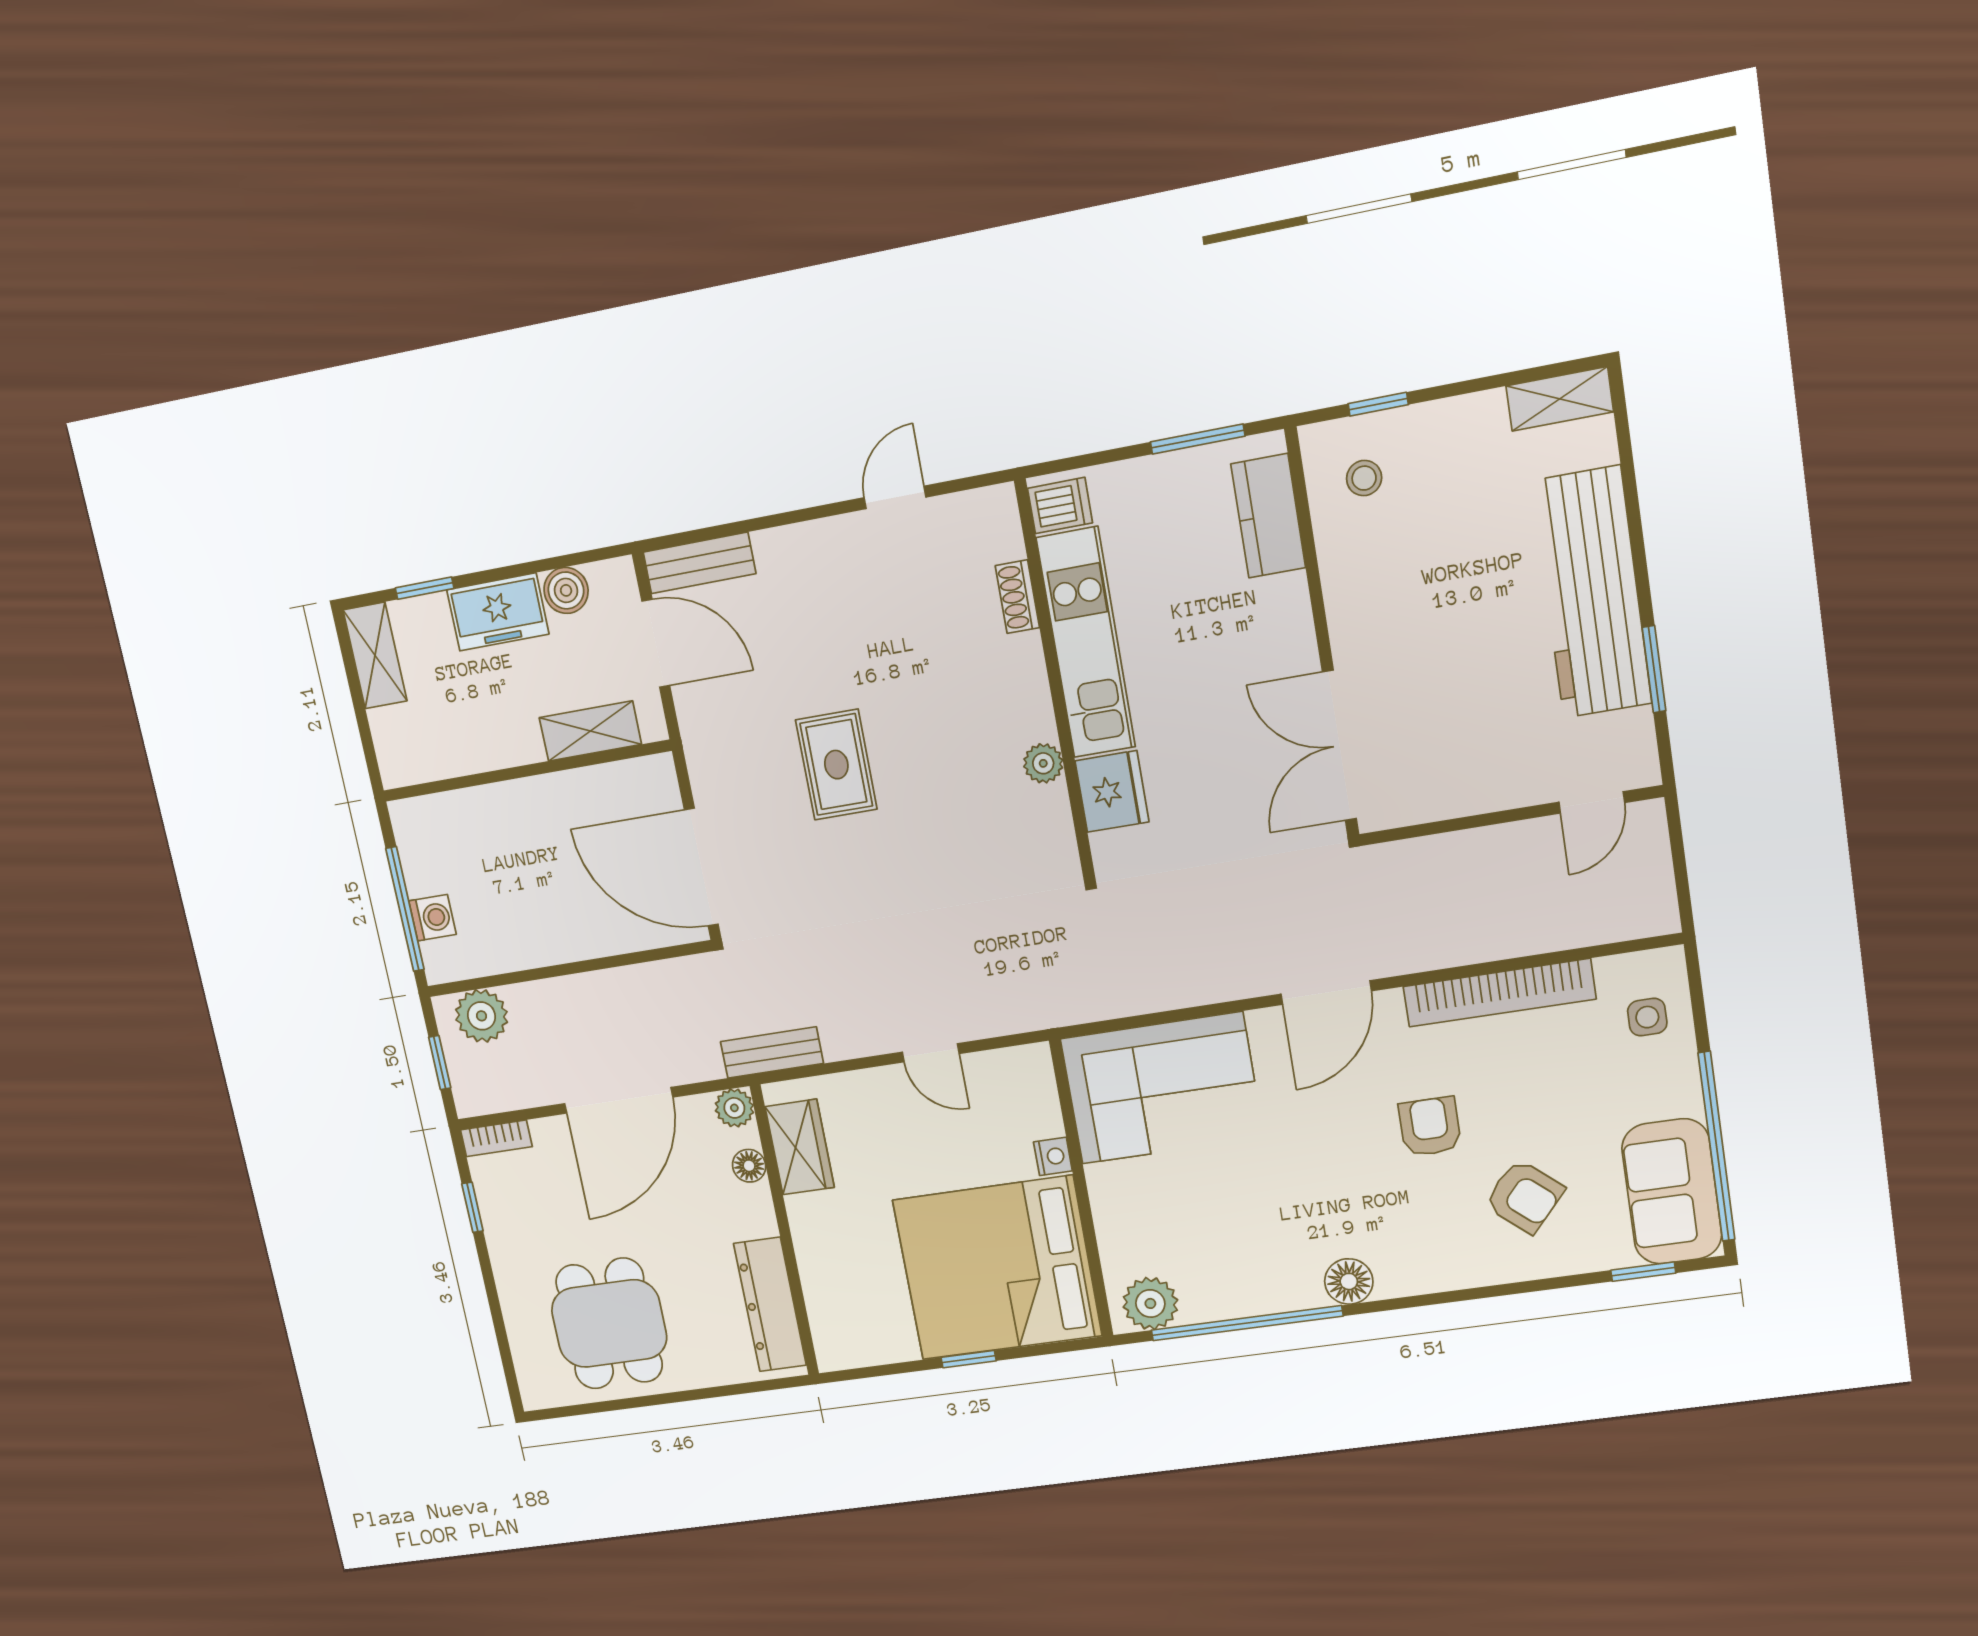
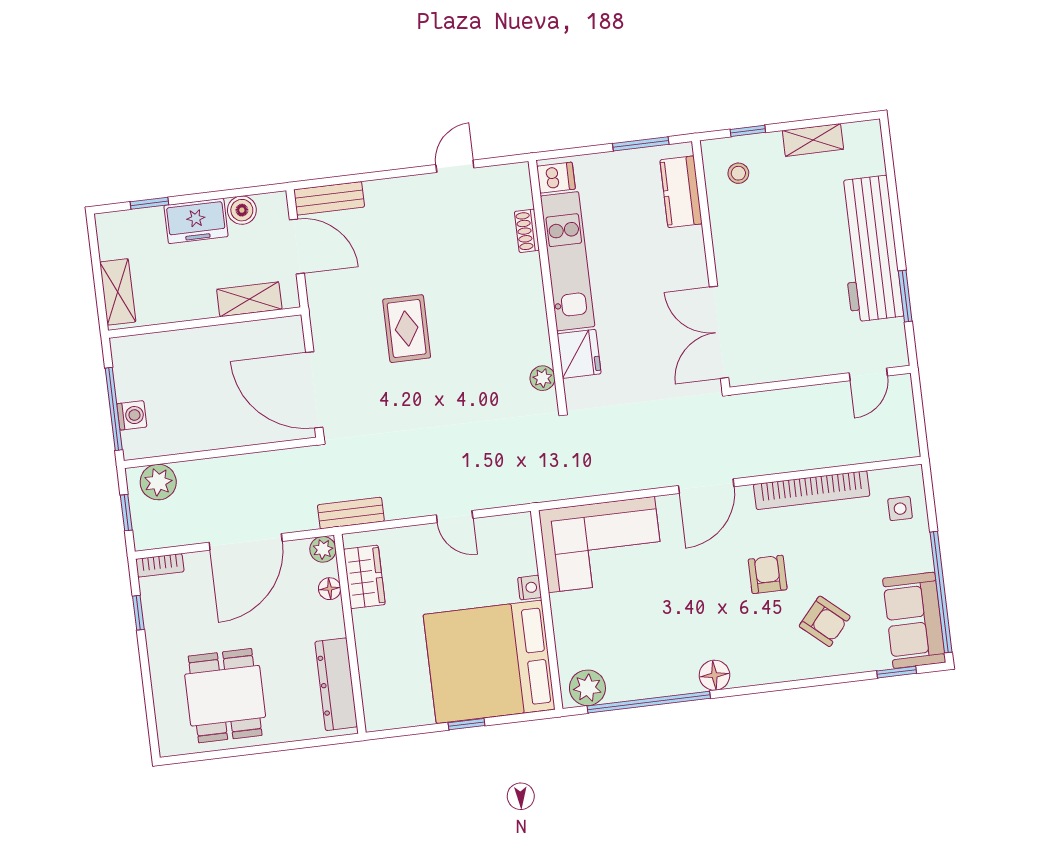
shelving: (1560, 399) -> (813, 140), moved
shelving: (375, 655) -> (118, 292), moved
plant: (1043, 763) -> (542, 378), moved

